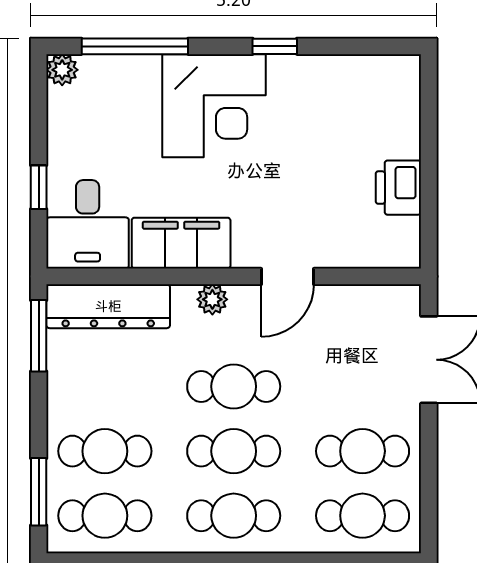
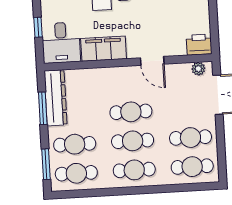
printer: (398, 188) -> (199, 45), moved, turned 90
door: (287, 276) -> (152, 61), hinge flipped
plant: (212, 299) -> (198, 69), moved
dresser: (108, 306) -> (56, 98), moved, turned -90
window: (39, 336) -> (43, 108), moved

